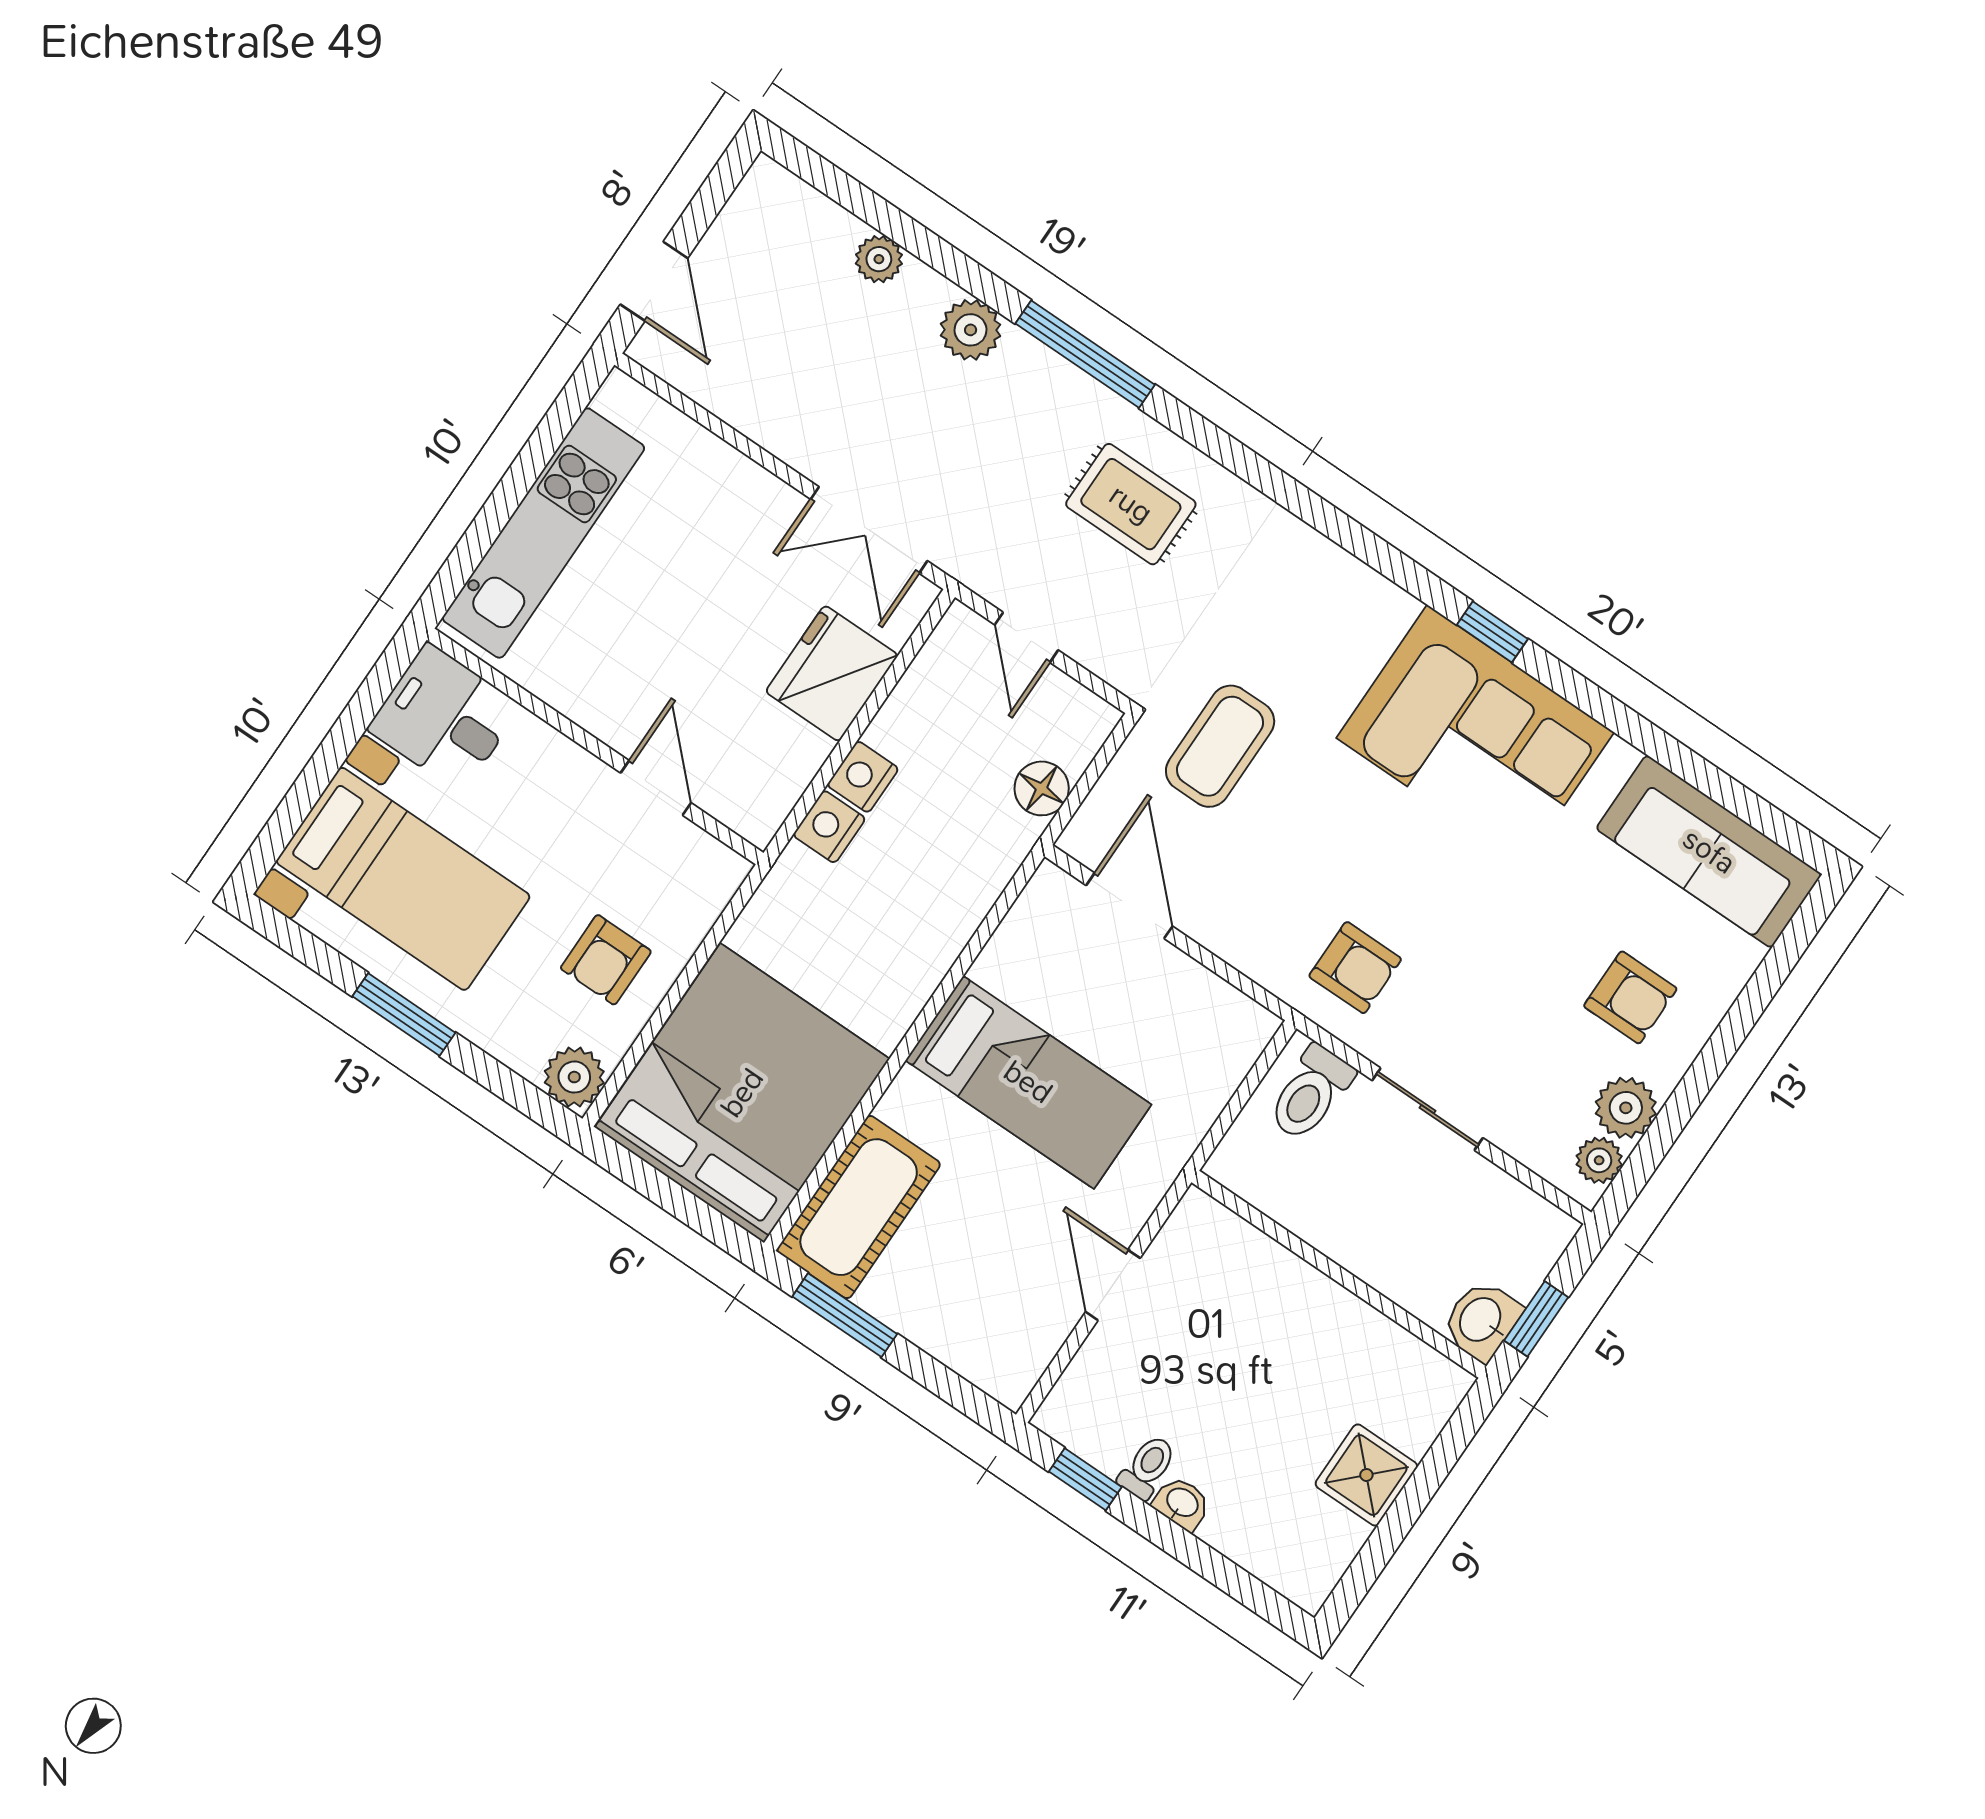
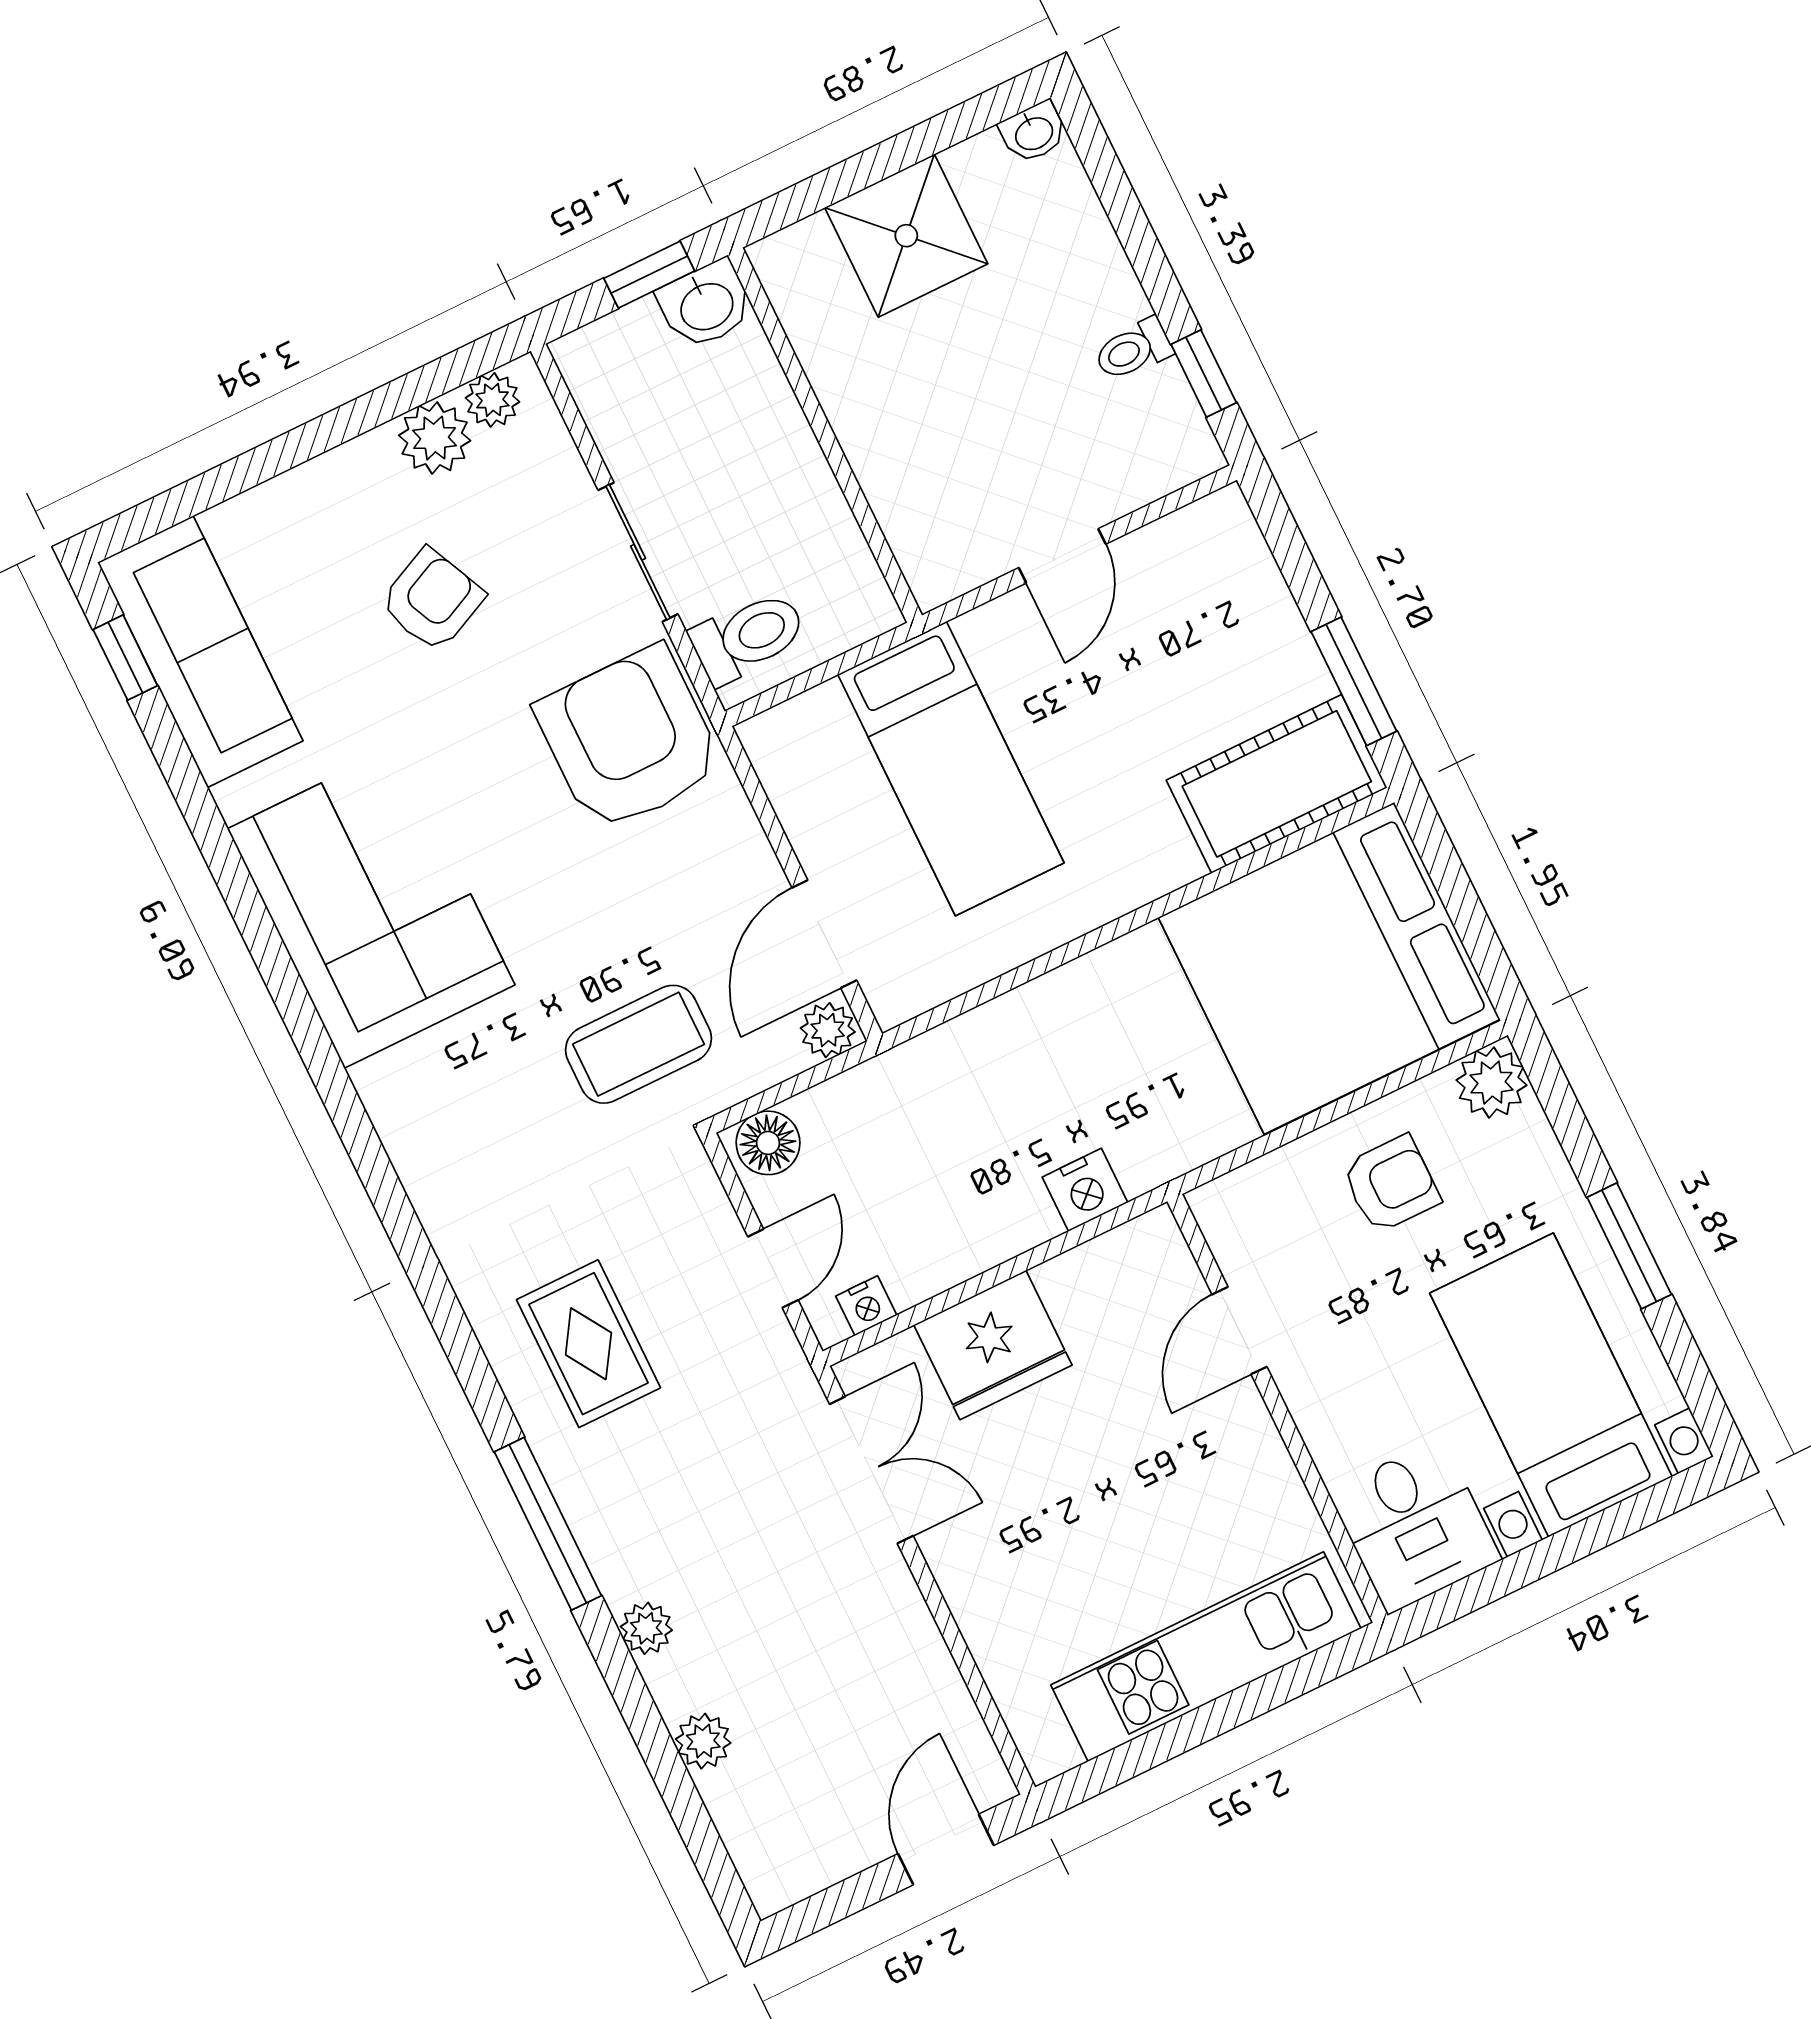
plant: (971, 330) -> (646, 1628), width x0.73, depth x0.73
window: (1492, 632) -> (125, 658), moved
nightstand: (863, 777) -> (866, 1306), moved, width x0.72, depth x0.74
floor lamp: (1042, 788) -> (768, 1143), moved
plant: (1086, 836) -> (828, 1030), added
armchair: (1355, 968) -> (629, 739), width x1.88, depth x1.88
armchair: (1630, 997) -> (432, 600), moved, turned 65
bed: (1028, 1082) -> (951, 769), moved, turned 180
shower: (1366, 1475) -> (906, 236), width x1.36, depth x1.36
washbasin: (1182, 1503) -> (1033, 132), moved, turned -90

